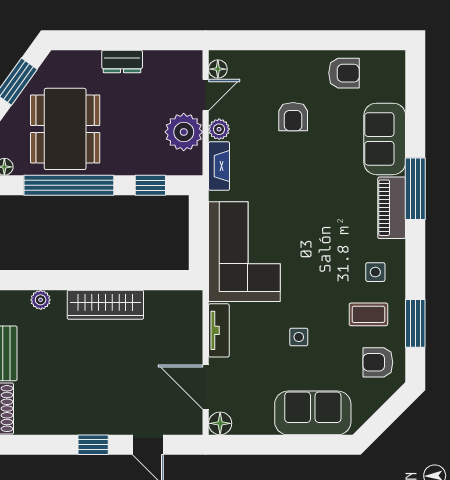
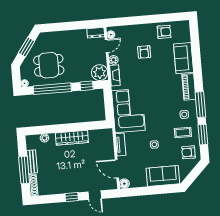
dresser: (122, 62) -> (96, 33), moved
dining table: (65, 129) -> (49, 65), width x0.73
plant: (184, 132) -> (100, 73), moved
window: (415, 189) -> (200, 105), moved

